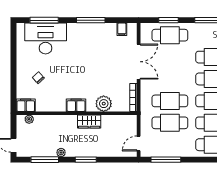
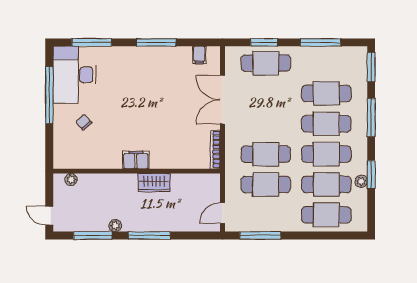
desk: (46, 38) -> (75, 75), moved, turned -90
window: (13, 58) -> (49, 95), added
double door: (139, 62) -> (222, 100), swing flipped
plant: (104, 104) -> (174, 158), removed
filing cabinet: (26, 105) -> (66, 160), removed
window: (86, 160) -> (149, 236), width x1.44

